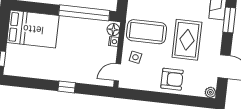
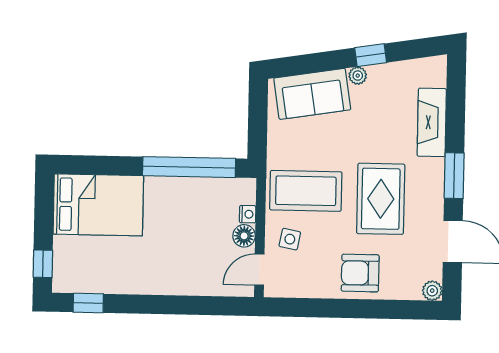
window: (229, 20) -> (454, 176), moved
floor lamp: (113, 30) -> (244, 236), moved
armchair: (172, 79) -> (360, 273), turned 180
window: (67, 87) -> (88, 303), moved

